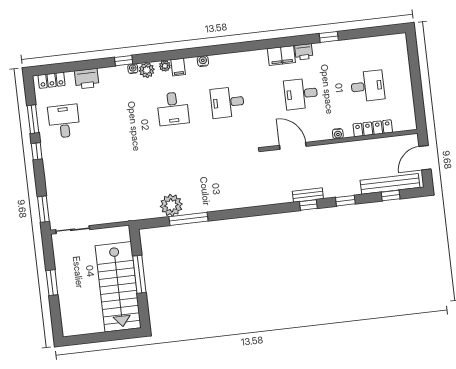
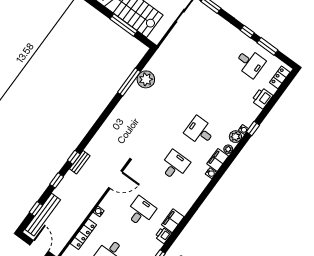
filing cabinet: (178, 67) -> (218, 160), width x2.00

